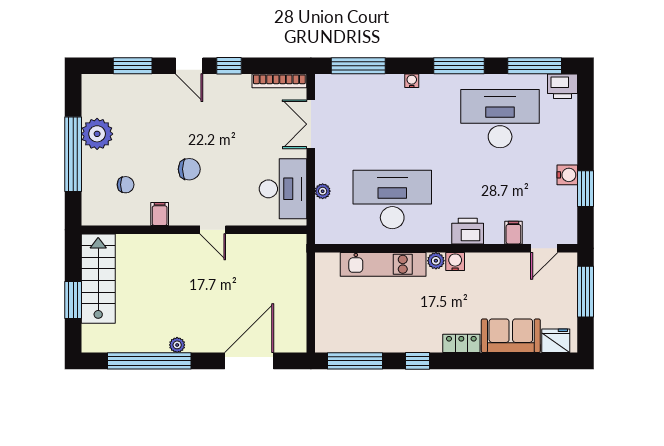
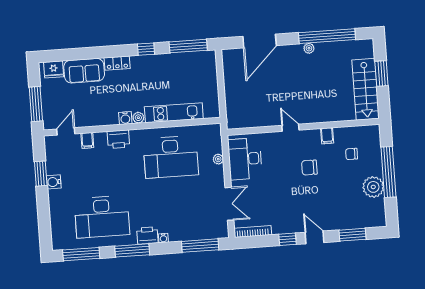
printer: (562, 86) -> (147, 235), moved

